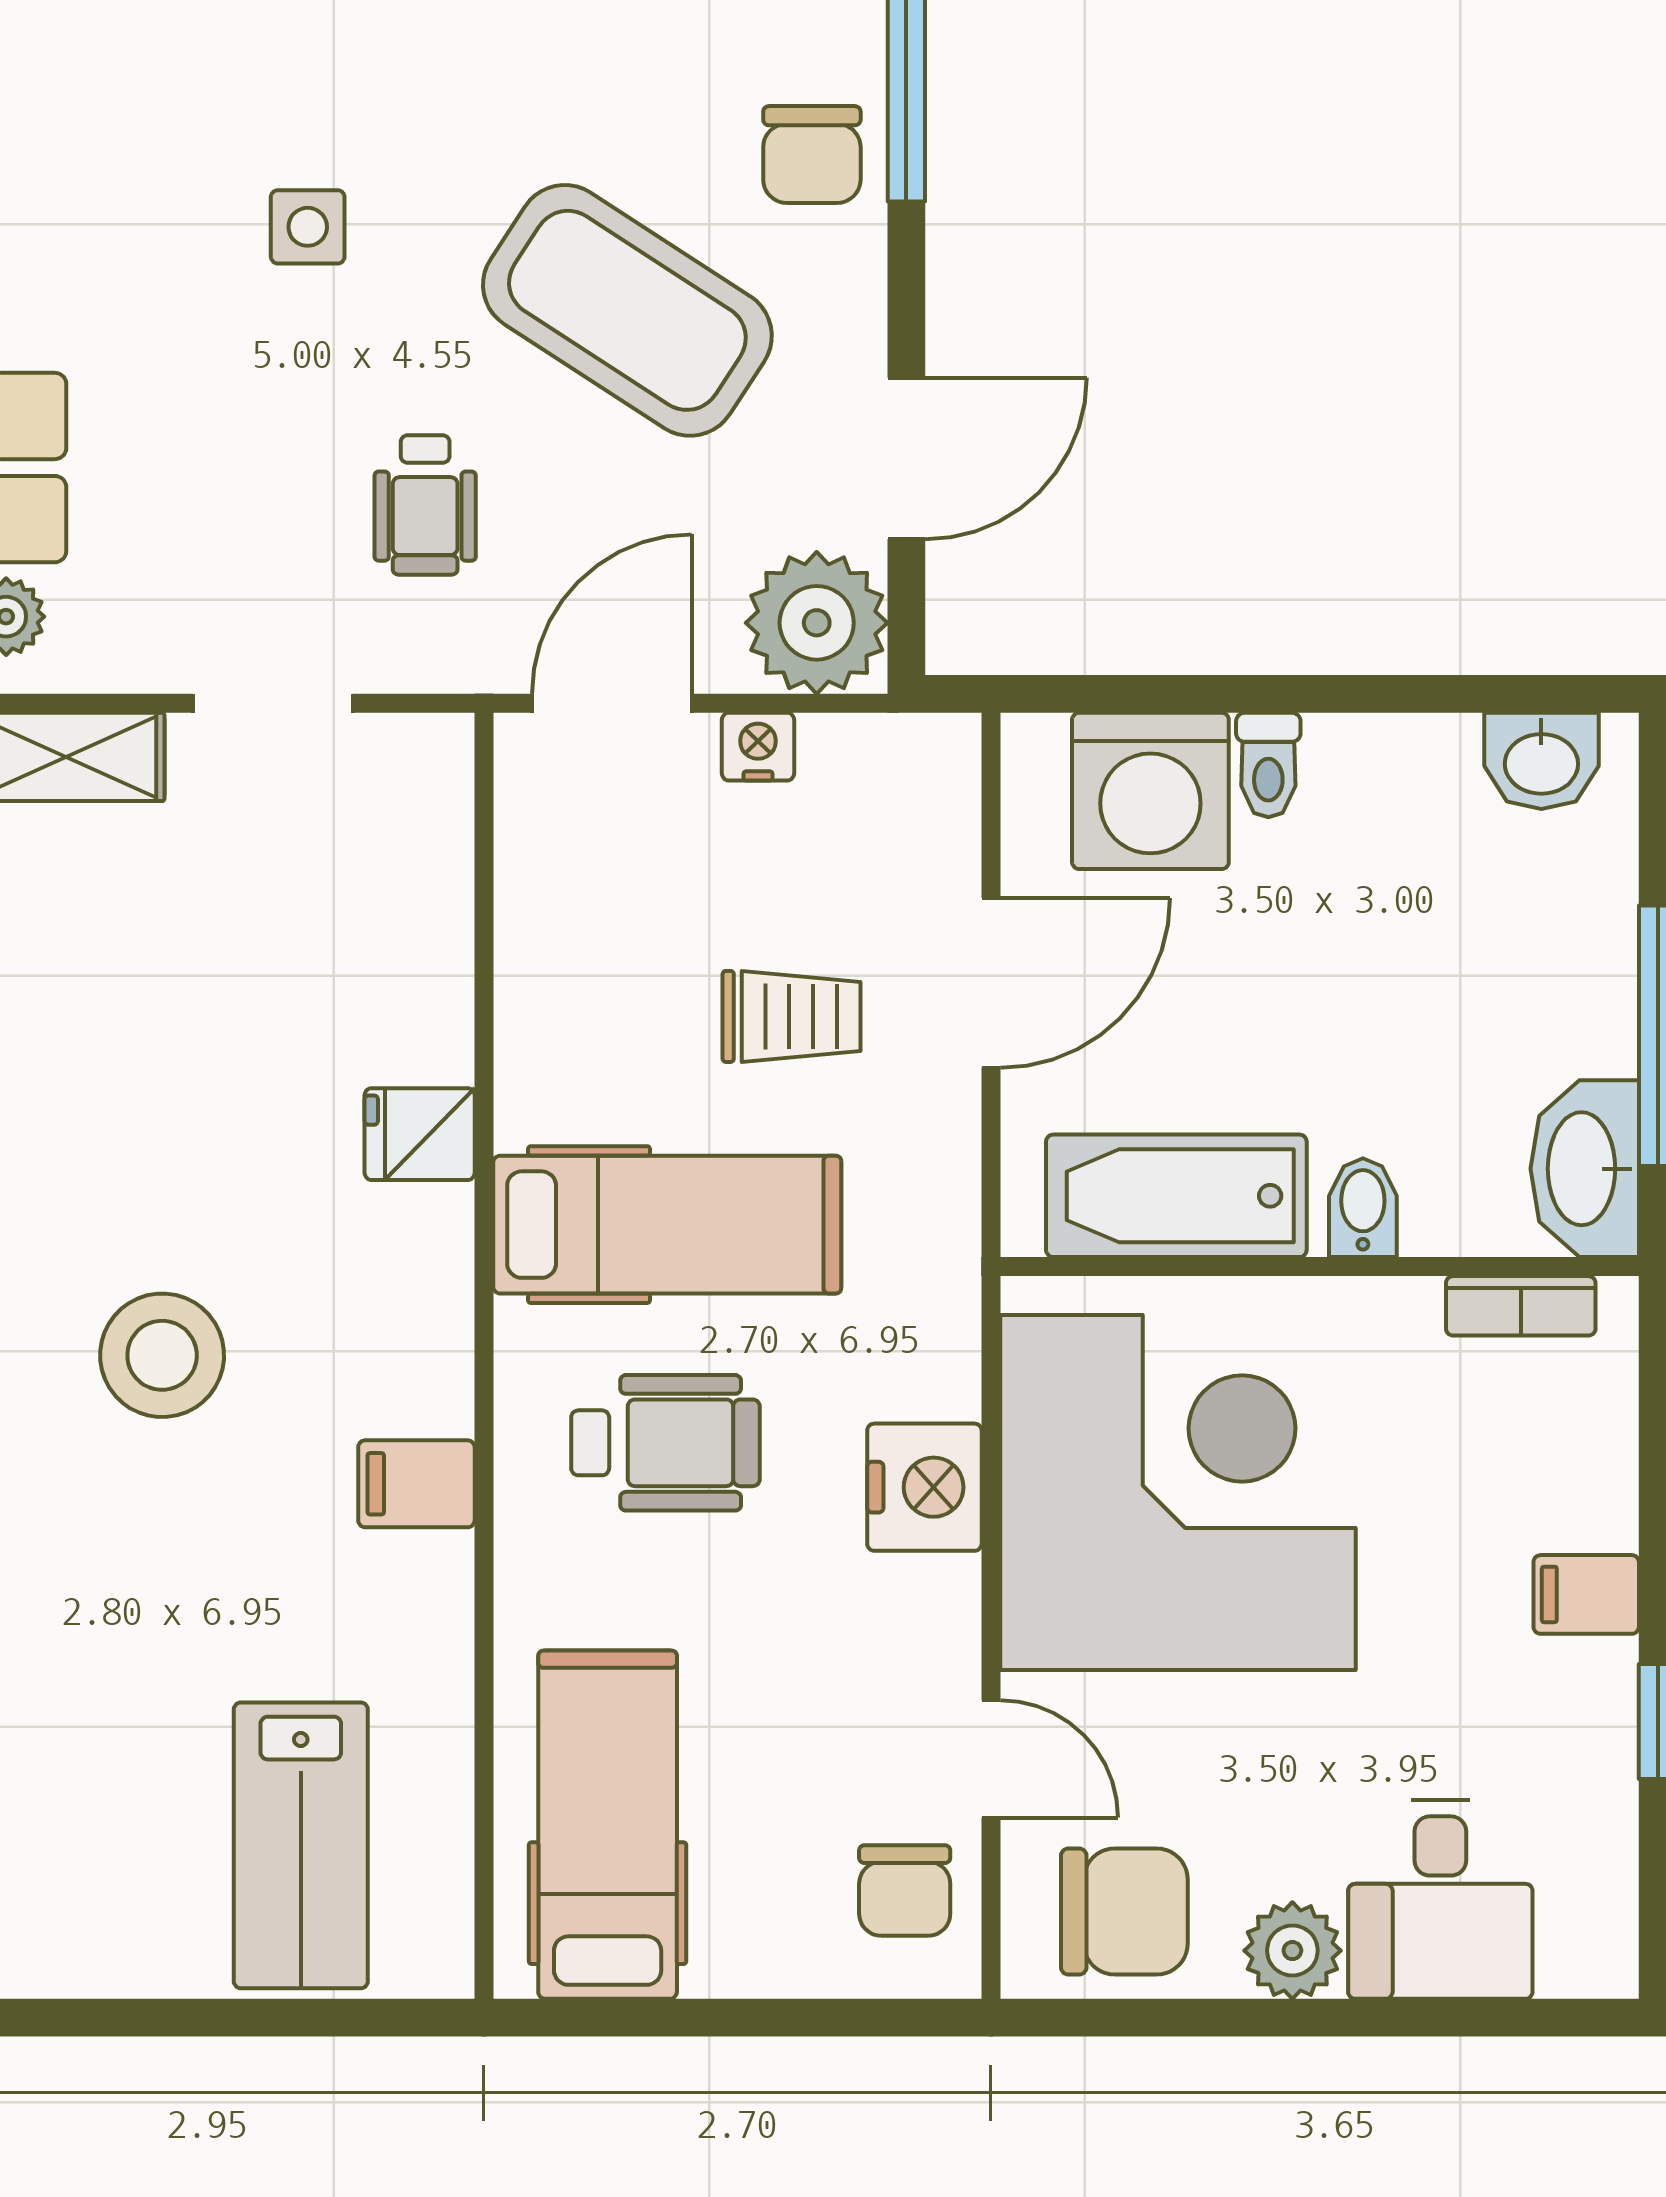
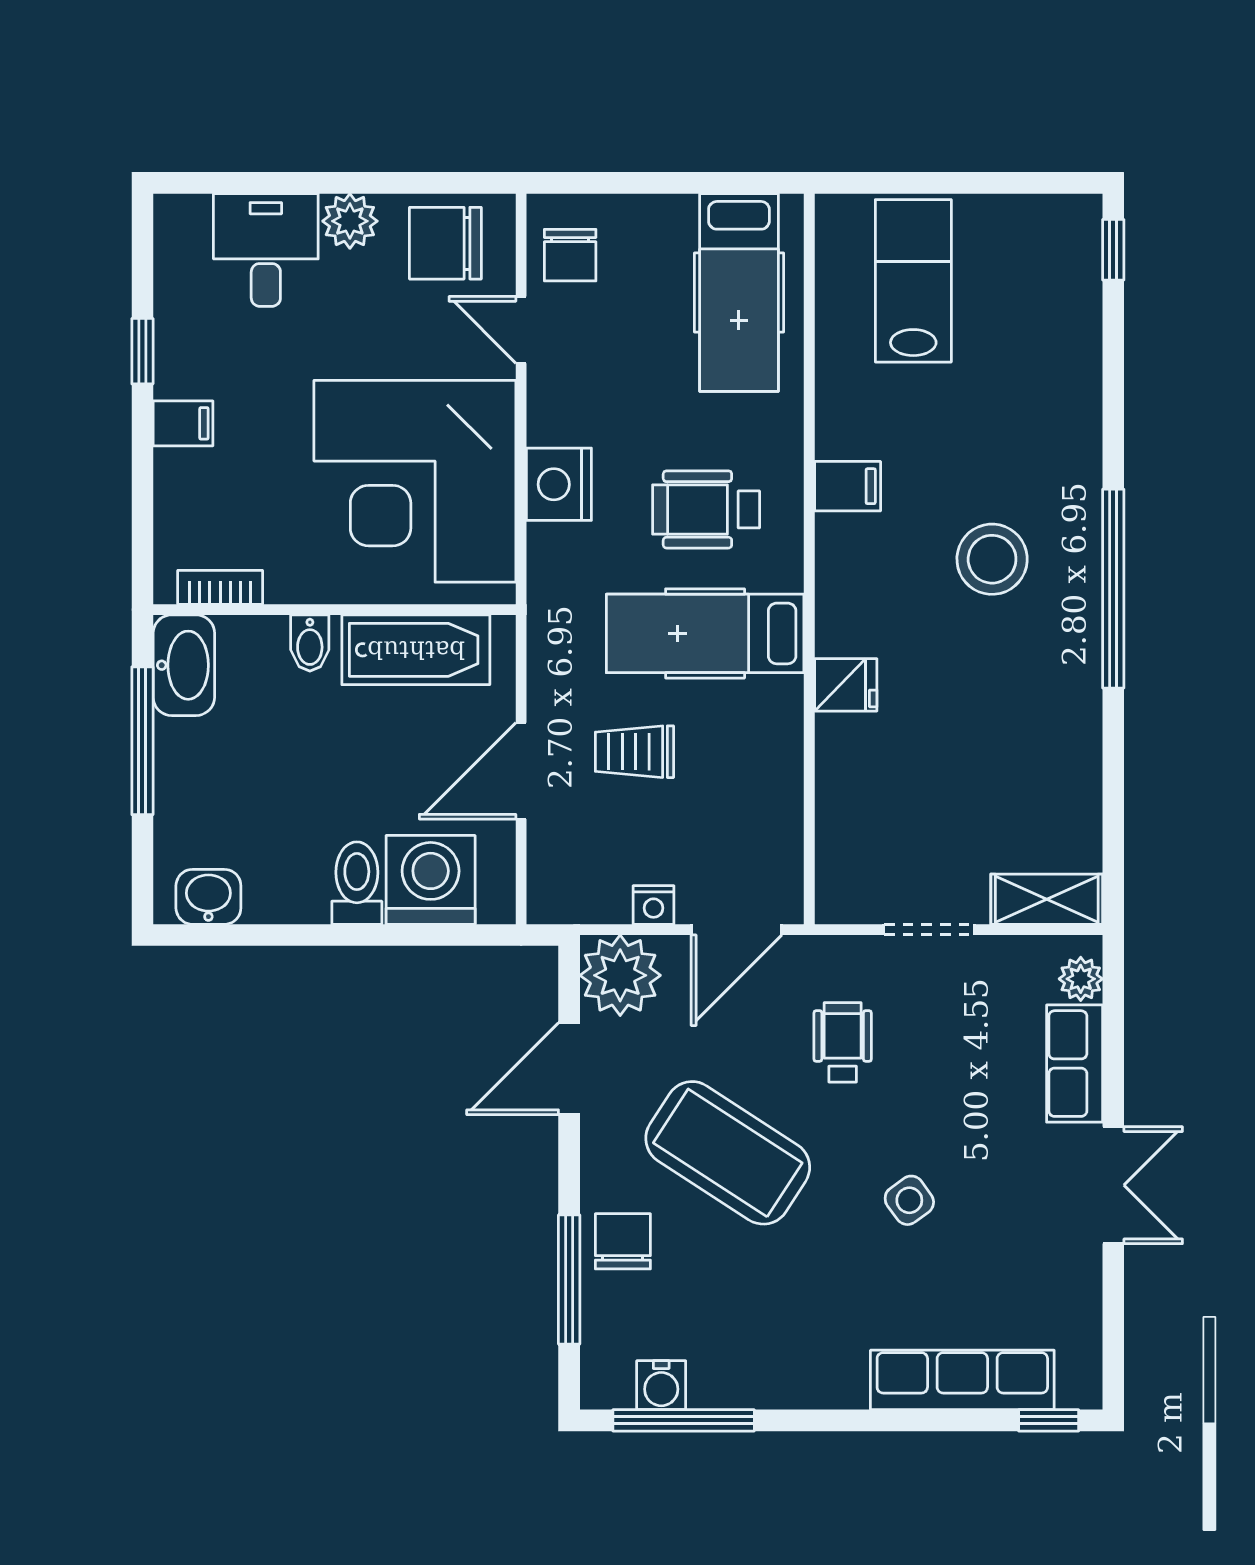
side table: (308, 227) -> (909, 1200), turned -36
toilet: (1268, 765) -> (357, 883), width x1.37, depth x1.39
chair: (905, 1891) -> (570, 255), turned 180

